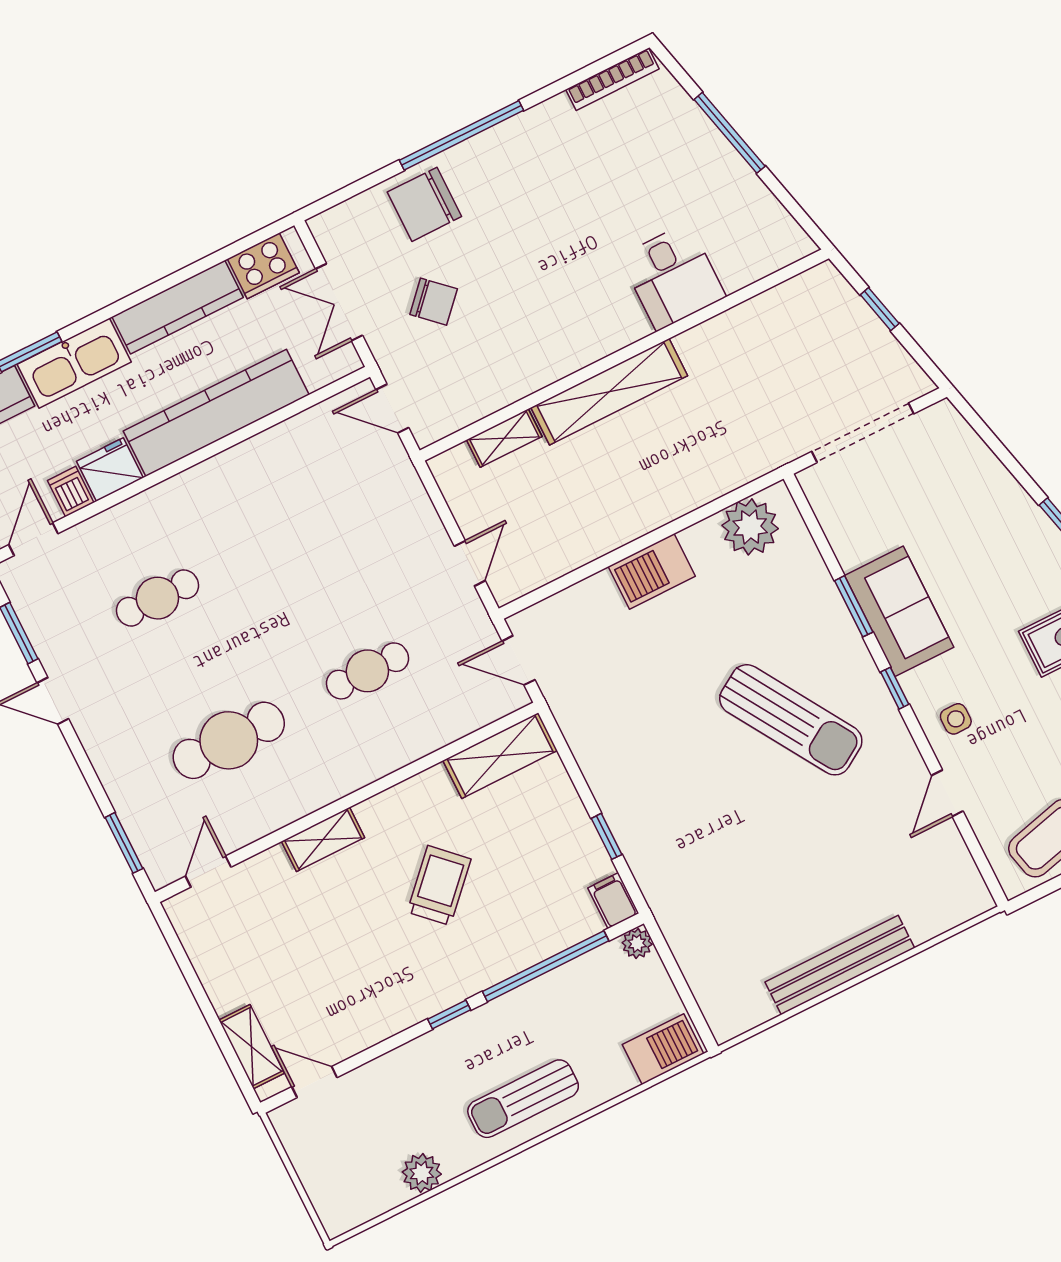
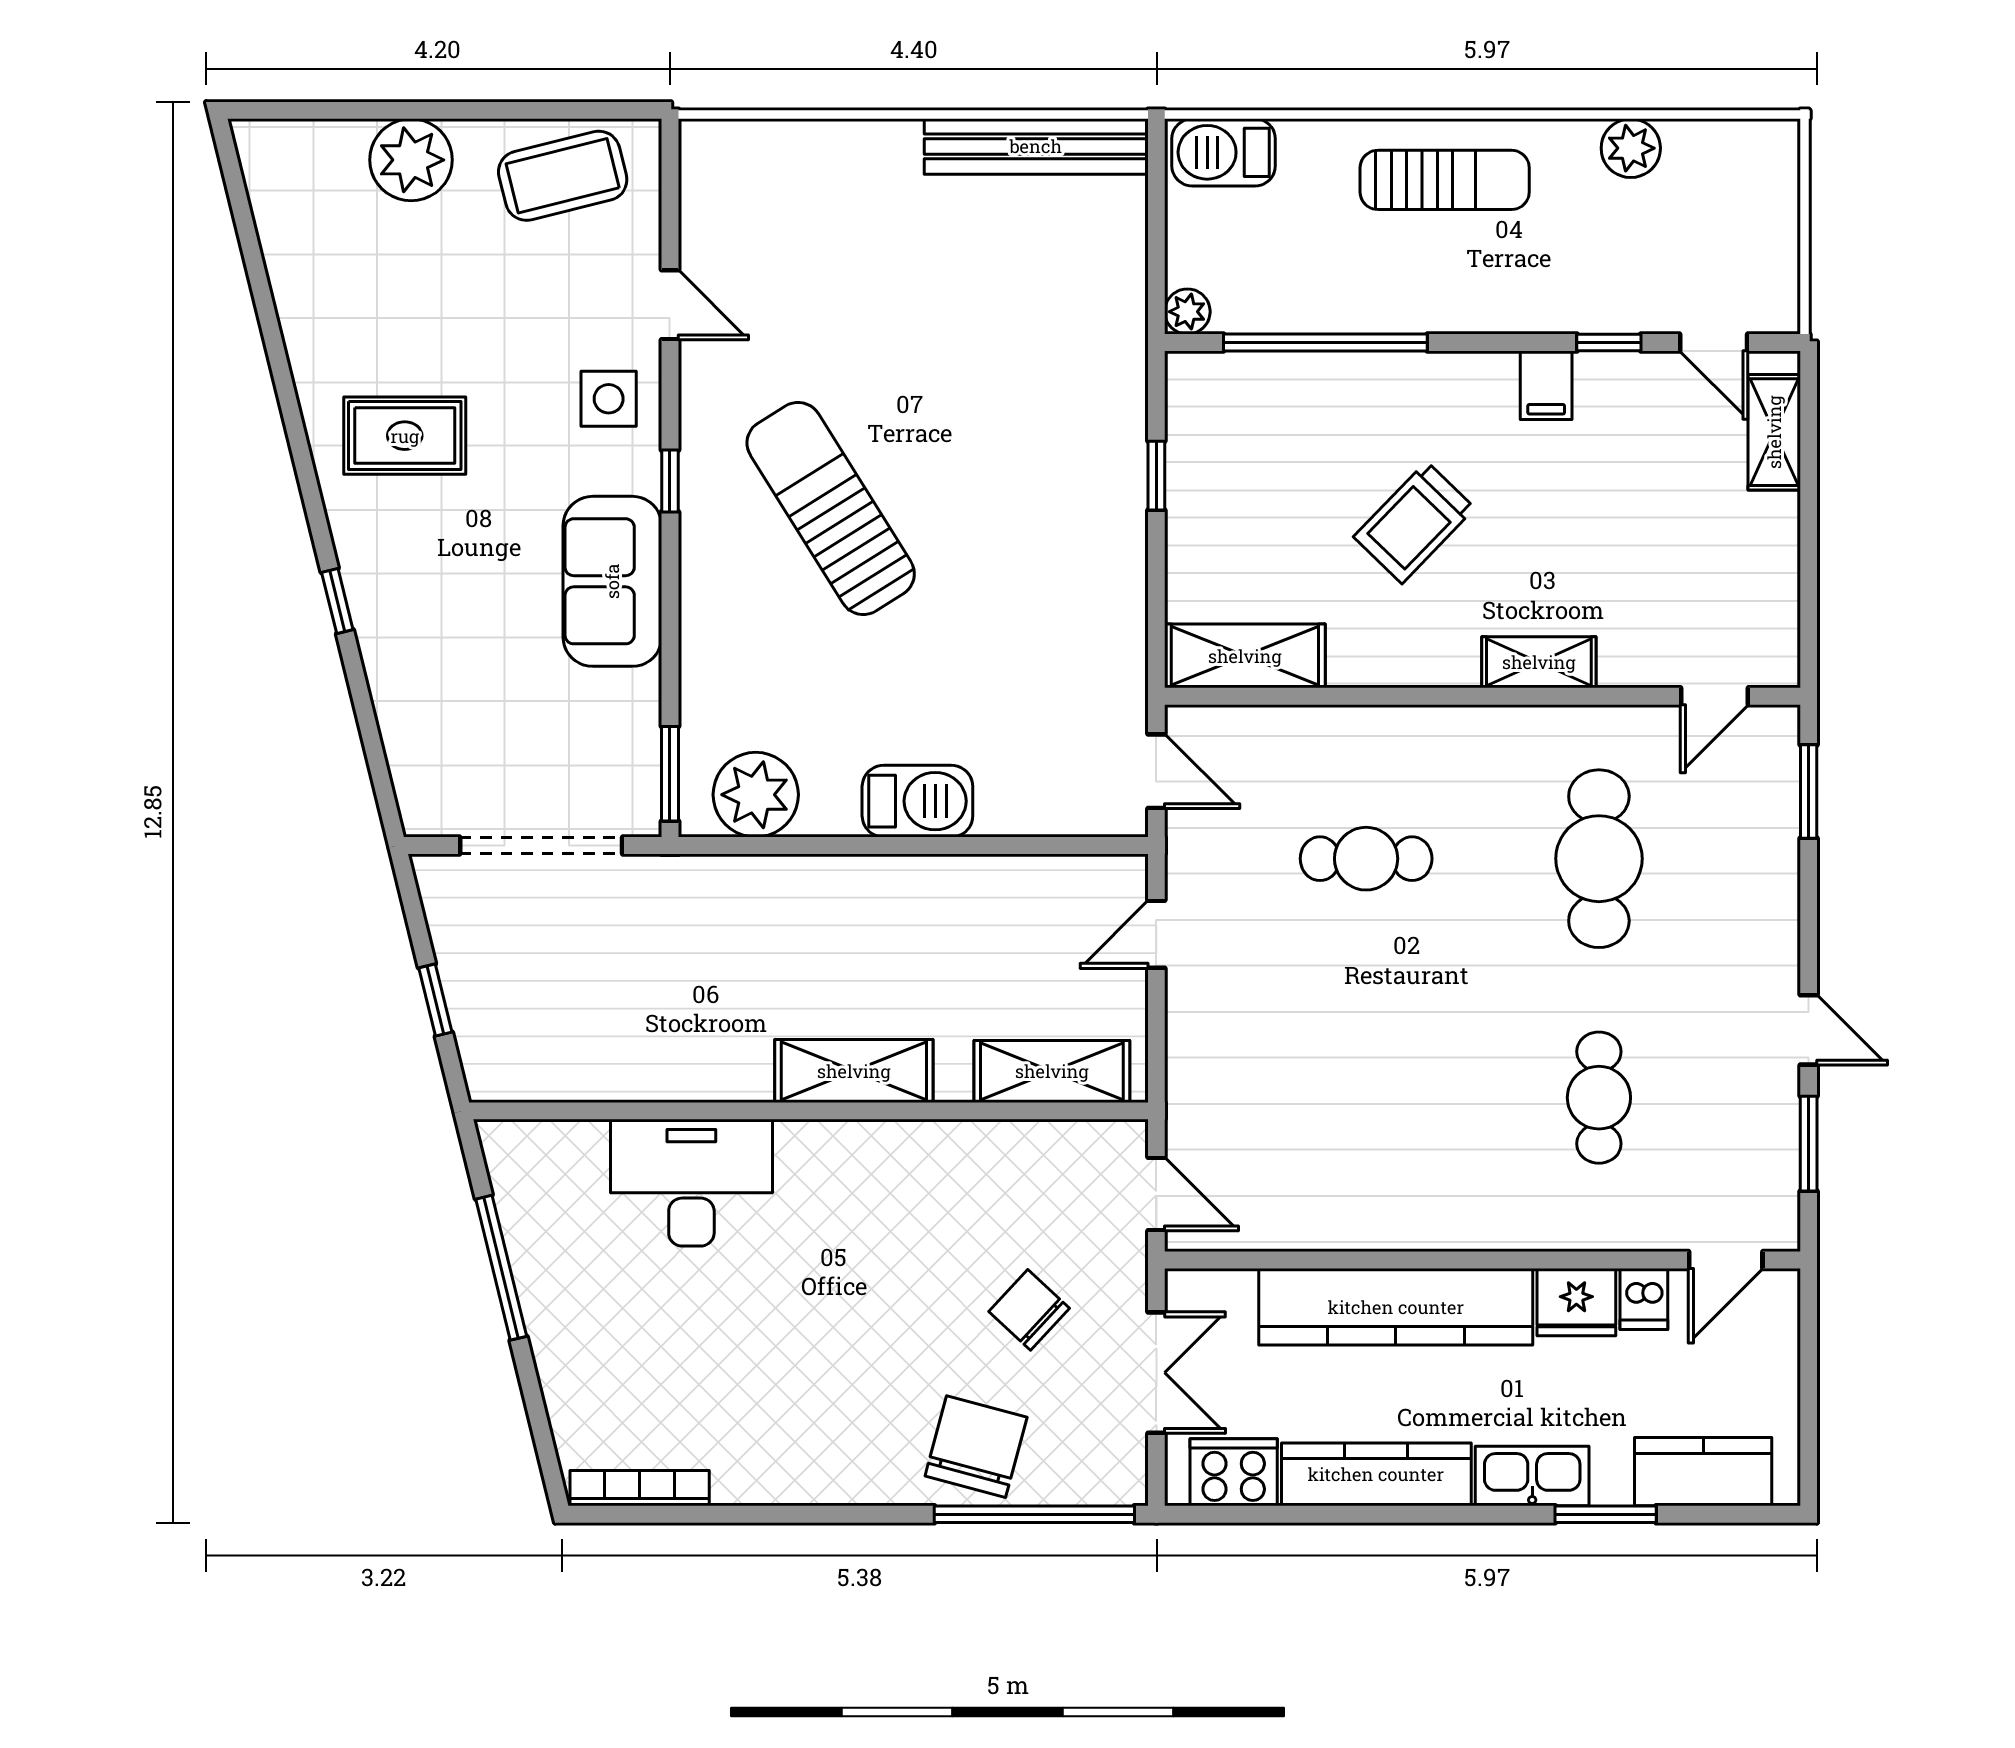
window: (730, 133) -> (501, 1268), moved
window: (462, 135) -> (1034, 1514), moved
chair: (424, 204) -> (976, 1447), turned -75
desk: (673, 277) -> (691, 1183), width x1.37
kitchen sink: (74, 363) -> (1532, 1476), width x0.73, depth x0.81
shelving: (609, 392) -> (854, 1071), width x0.68
shelving: (504, 438) -> (1052, 1071), width x1.50, depth x1.33
cafe table: (157, 598) -> (1599, 1098), turned 90
window: (854, 606) -> (670, 774), moved
side table: (956, 719) -> (609, 399), width x1.37, depth x1.37
cafe table: (229, 740) -> (1599, 859), turned 90
door: (947, 793) -> (670, 305), hinge flipped
filing cabinet: (613, 901) -> (1546, 385), moved
bench: (840, 965) -> (1036, 146), moved
window: (449, 1015) -> (1609, 343), moved

